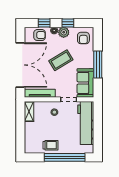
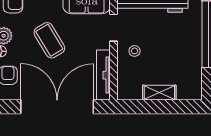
shelving: (29, 112) -> (159, 93), moved
trolley: (51, 145) -> (189, 57), removed

